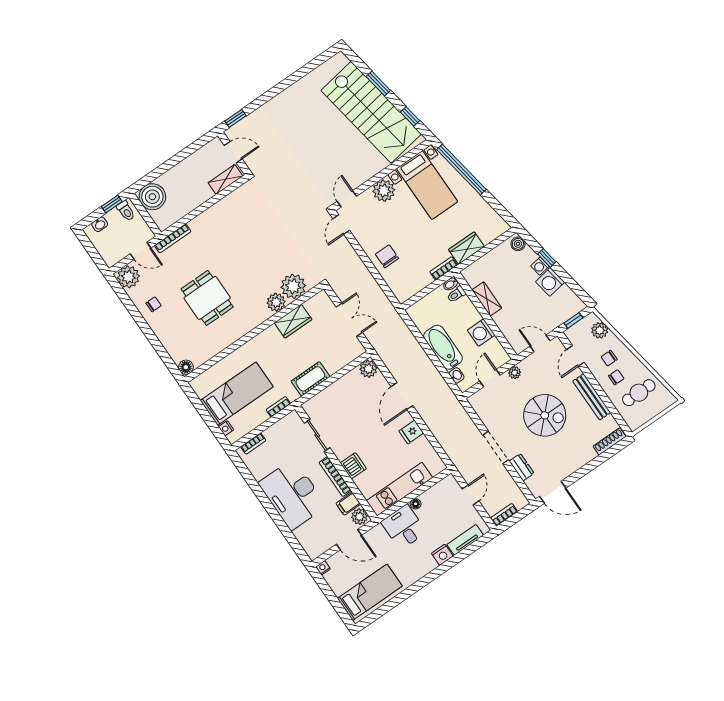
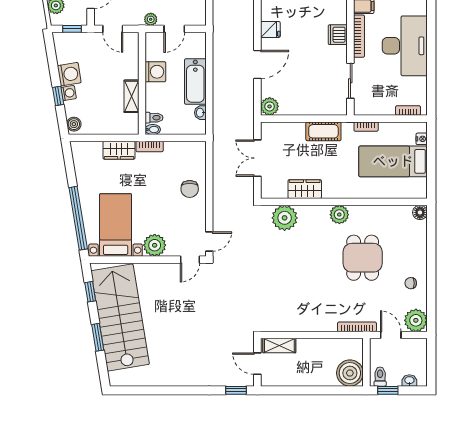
plant: (276, 302) -> (339, 215), moved
washbasin: (457, 375) -> (200, 113), moved

